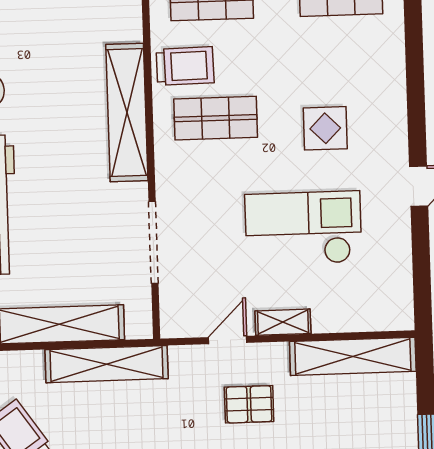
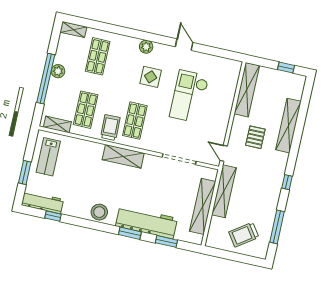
plant: (391, 100) -> (146, 47), added
shelving: (127, 113) -> (123, 156), width x0.68
shelving: (283, 322) -> (225, 115), removed
door: (228, 340) -> (224, 153), moved

